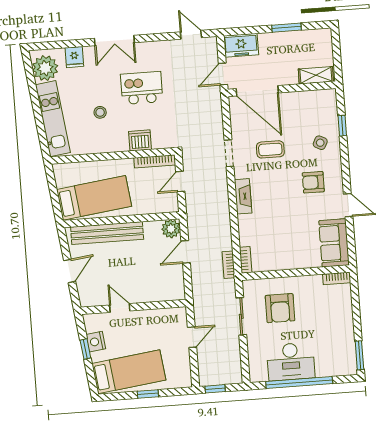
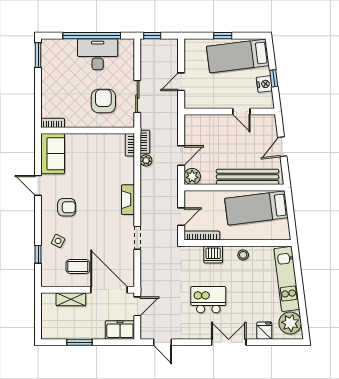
shelving: (316, 75) -> (71, 299), moved
kitchen island: (142, 88) -> (208, 300), turned 180
stool: (100, 112) -> (243, 255), moved
coffee table: (270, 149) -> (78, 266), moved
plant: (226, 243) -> (146, 160), added
window: (215, 389) -> (152, 36), moved

